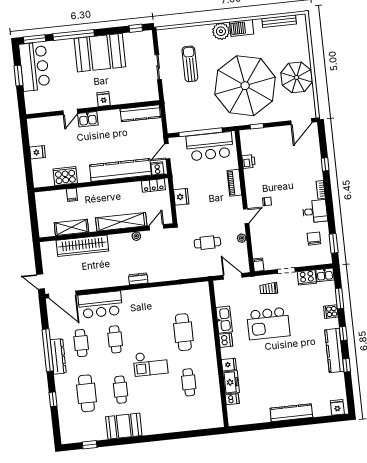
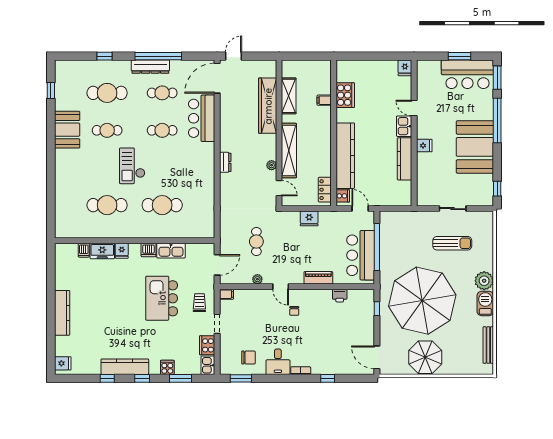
kitchen counter: (140, 113) -> (405, 159), moved
fridge: (38, 152) -> (405, 68), moved
cafe table: (189, 382) -> (107, 205), width x1.37, depth x1.35

